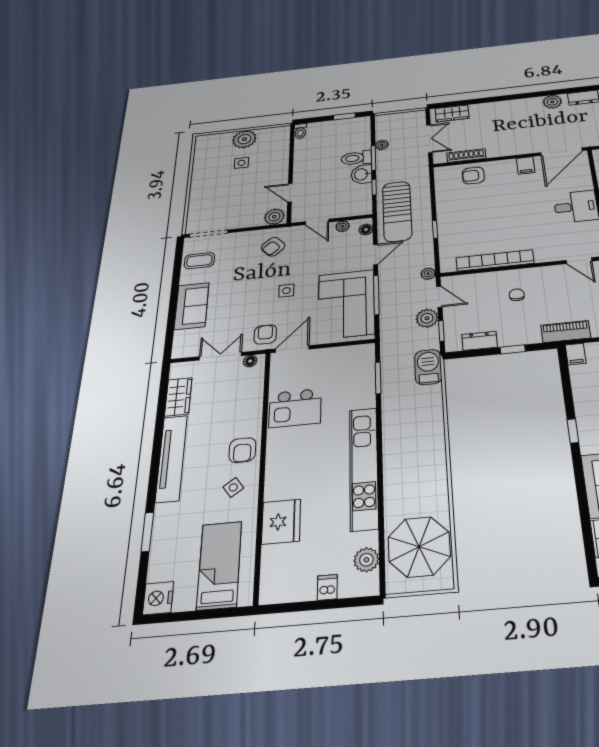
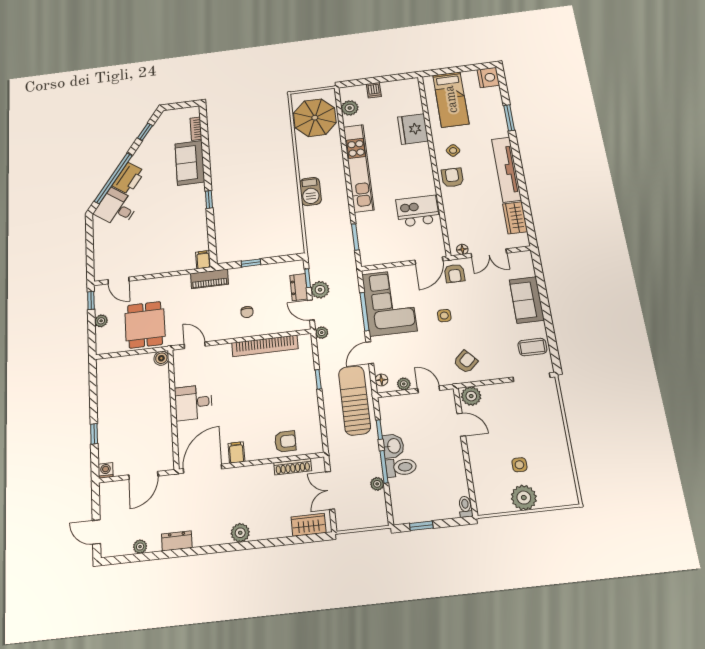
plant: (552, 102) -> (240, 533), moved
dresser: (480, 341) -> (299, 287), moved, turned 90
barbecue: (428, 367) -> (310, 191), moved

